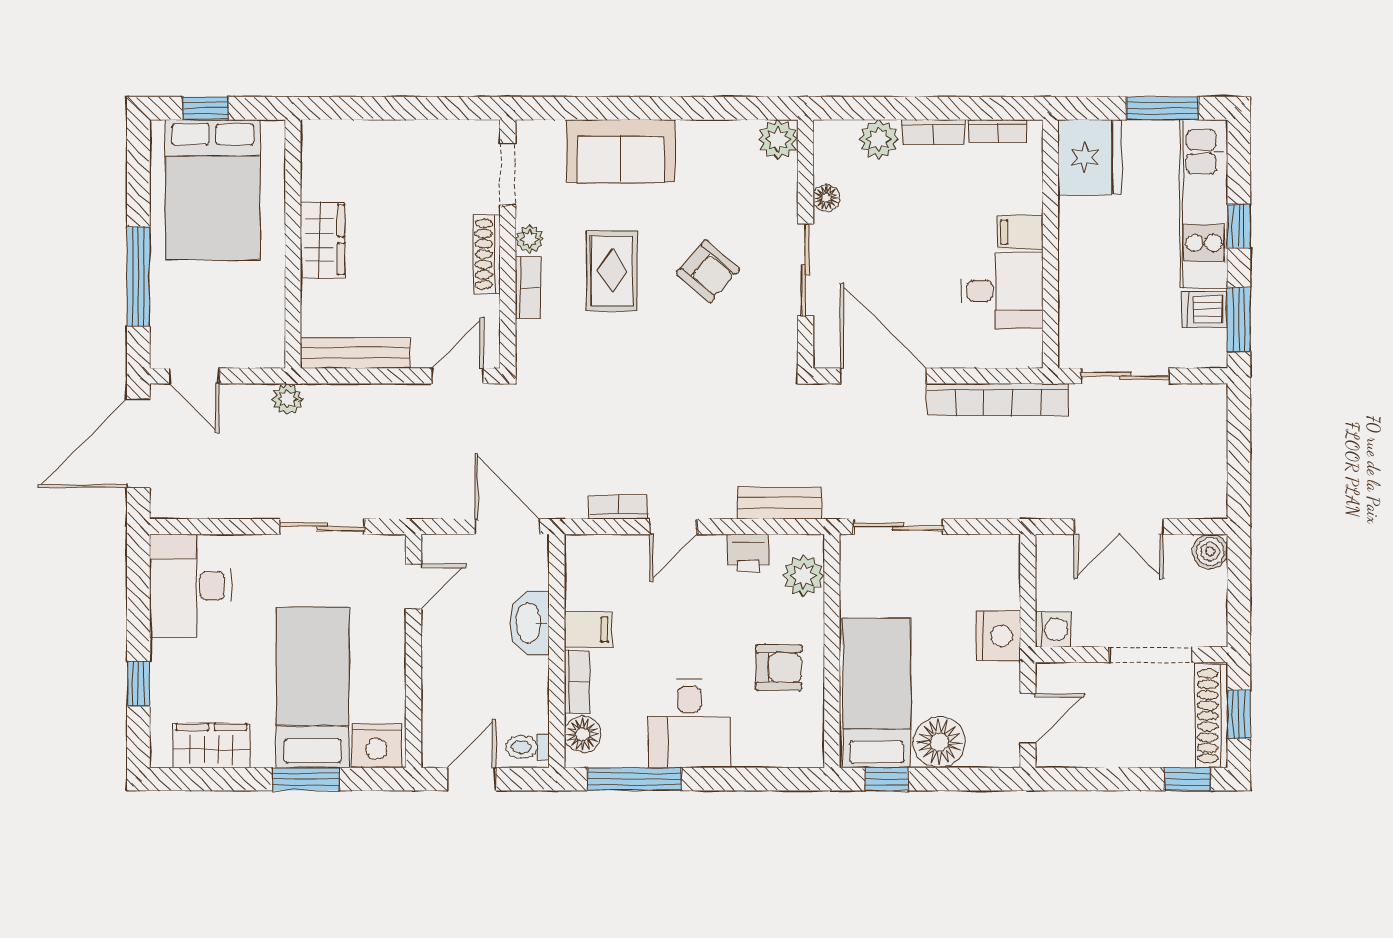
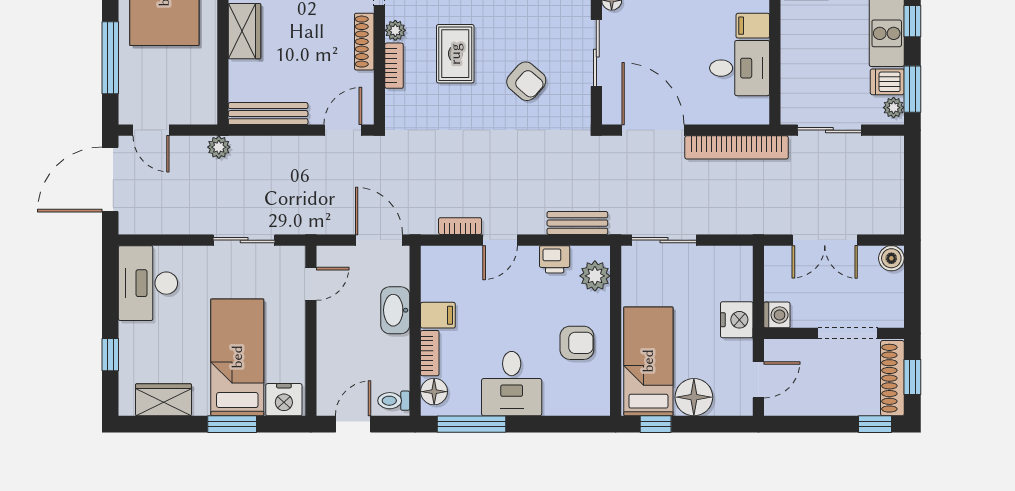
armchair: (708, 271) -> (526, 81), moved
plant: (1213, 345) -> (894, 108), added

